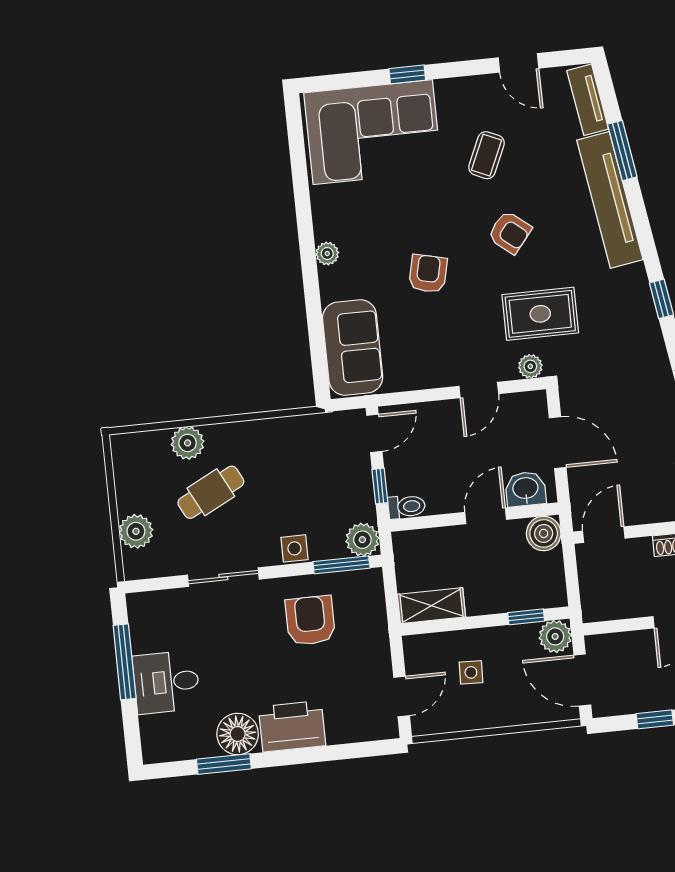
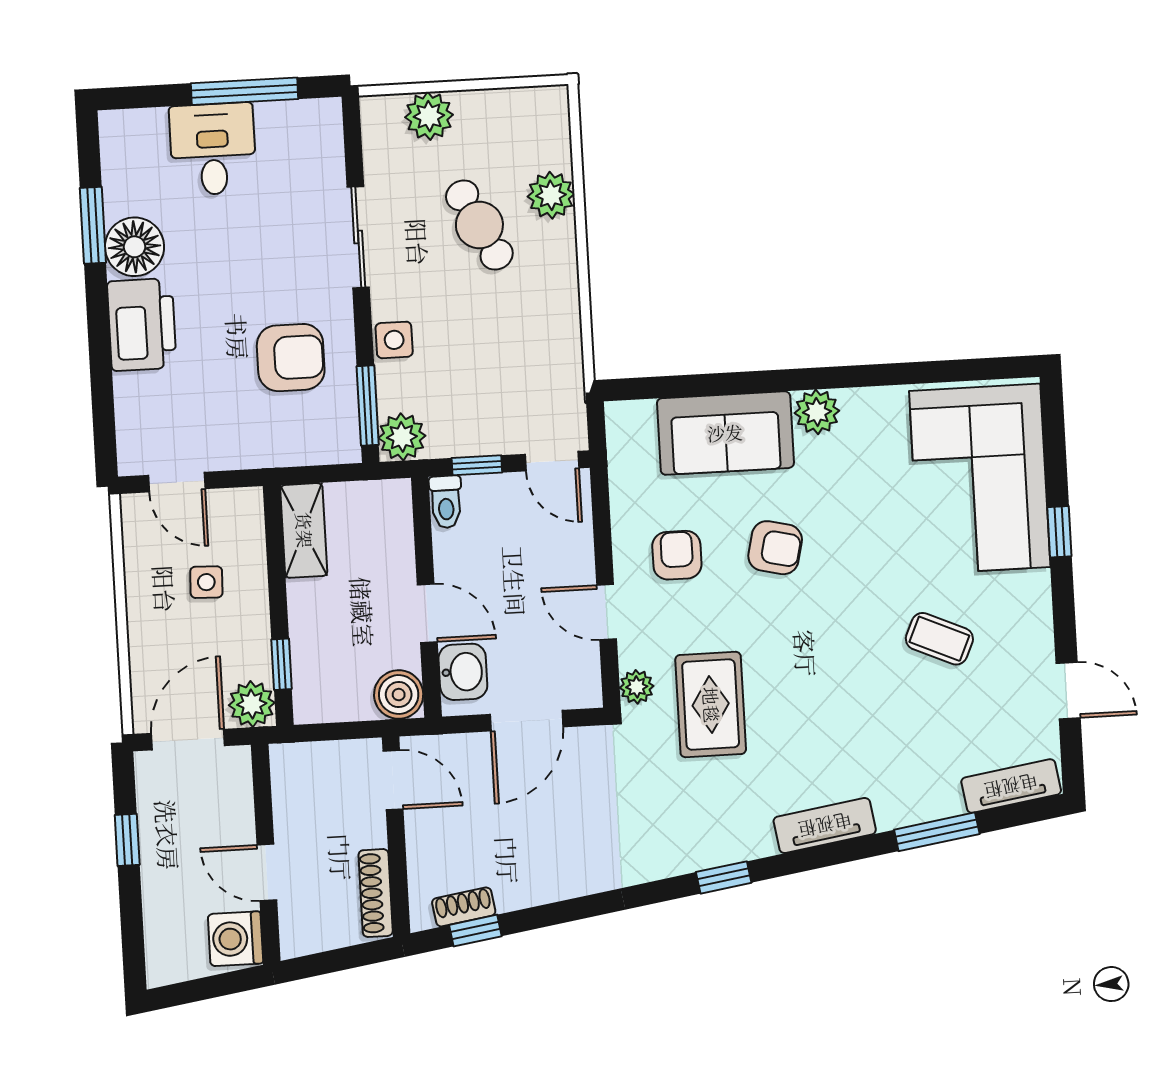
door: (519, 63) -> (1068, 690), swing flipped
tv unit: (610, 200) -> (825, 825), width x0.52, depth x0.78
armchair: (510, 232) -> (677, 555), moved, turned 141
plant: (327, 254) -> (817, 412), width x1.38, depth x1.38
sofa: (353, 347) -> (725, 433), moved

